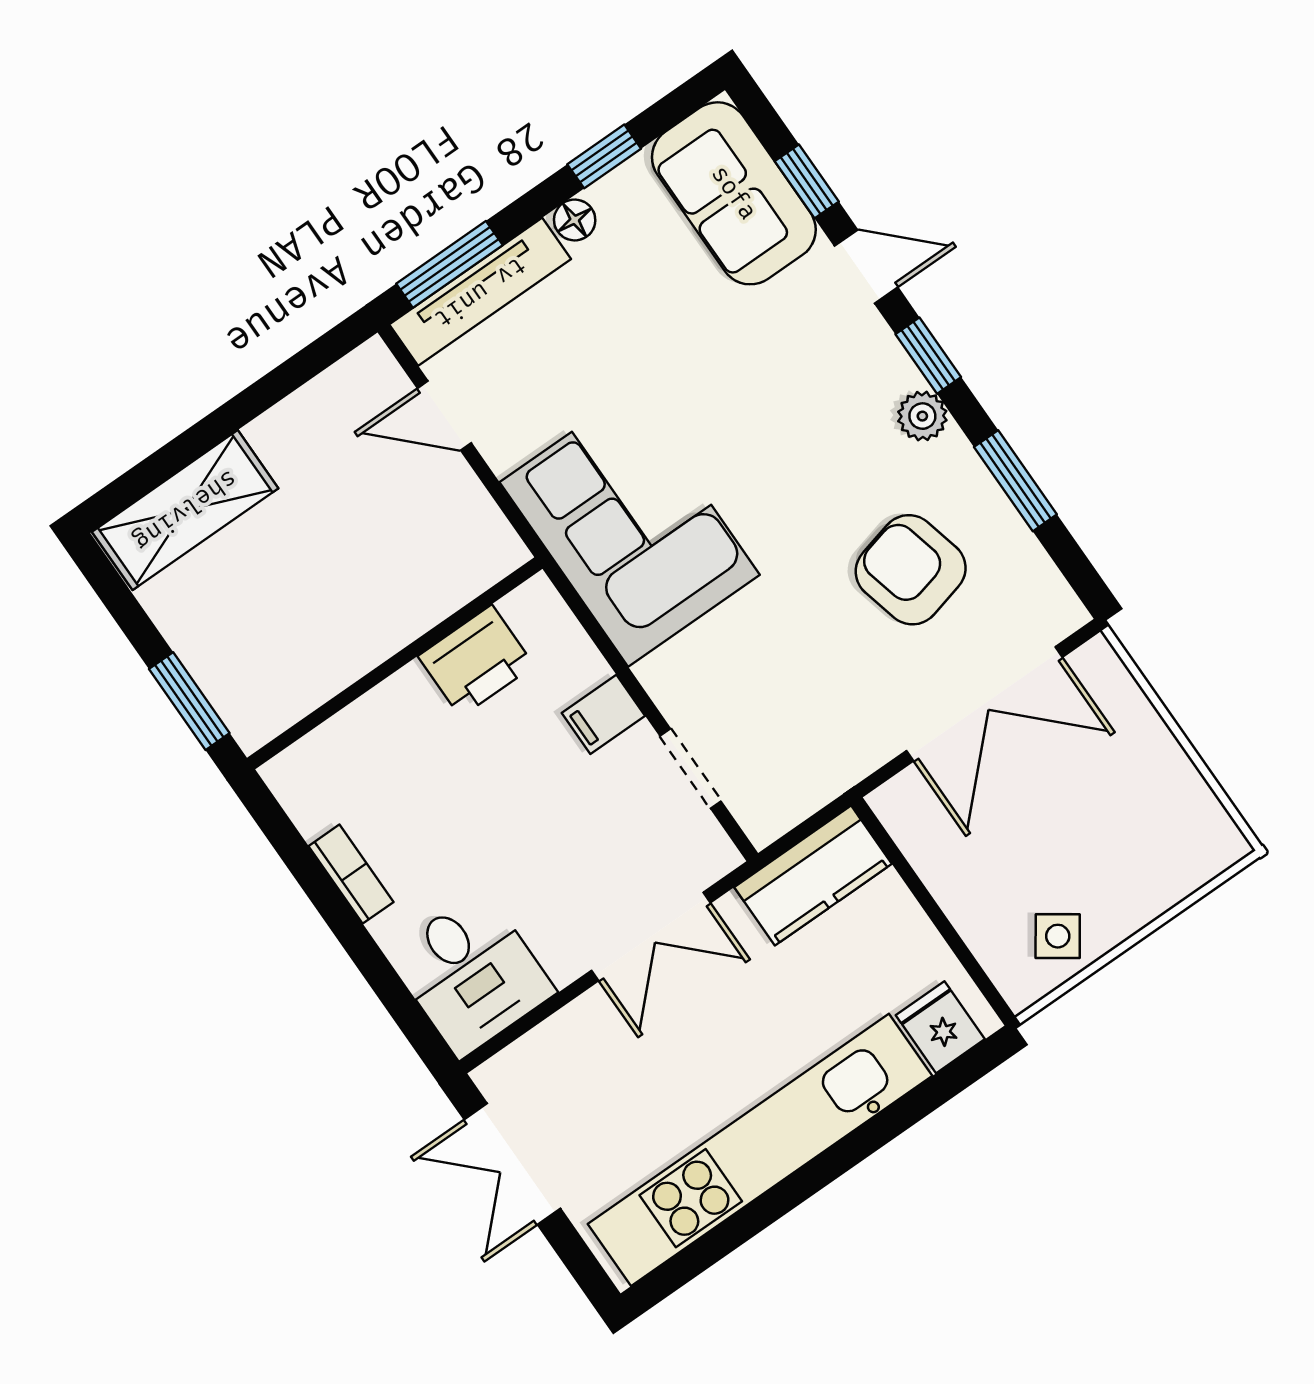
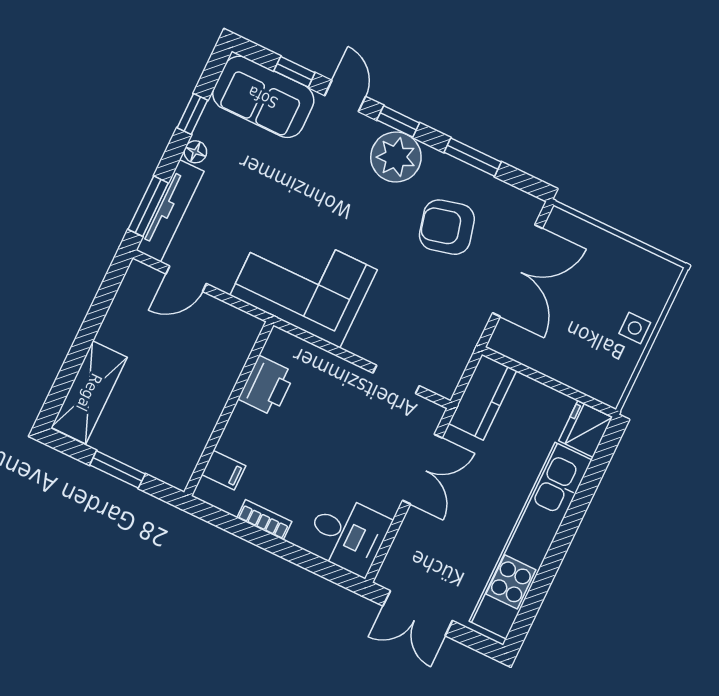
door: (866, 267) -> (345, 96), hinge flipped
plant: (922, 416) -> (396, 157), width x1.88, depth x1.88
window: (189, 701) -> (117, 469), moved
filing cabinet: (603, 714) -> (224, 470), moved, turned -90
side table: (1058, 936) -> (635, 328), moved, turned -35
fridge: (940, 1027) -> (586, 429), width x1.38

